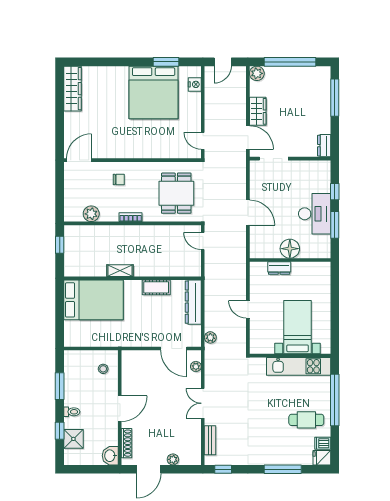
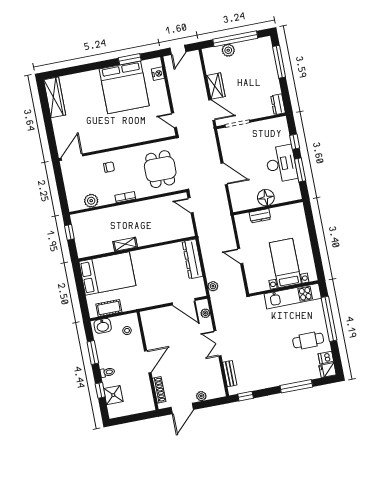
plant: (257, 73) -> (228, 50), moved
cot: (156, 287) -> (109, 308), moved
washbasin: (110, 456) -> (103, 326), moved, turned -90

